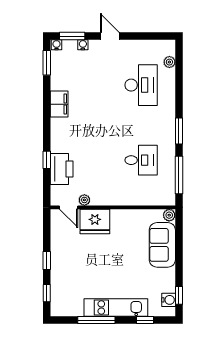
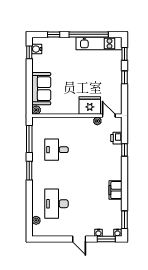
printer: (62, 169) -> (116, 138), width x0.53, depth x0.68
kitchen unit: (116, 308) -> (99, 44), moved
window: (96, 320) -> (89, 34), width x1.46

